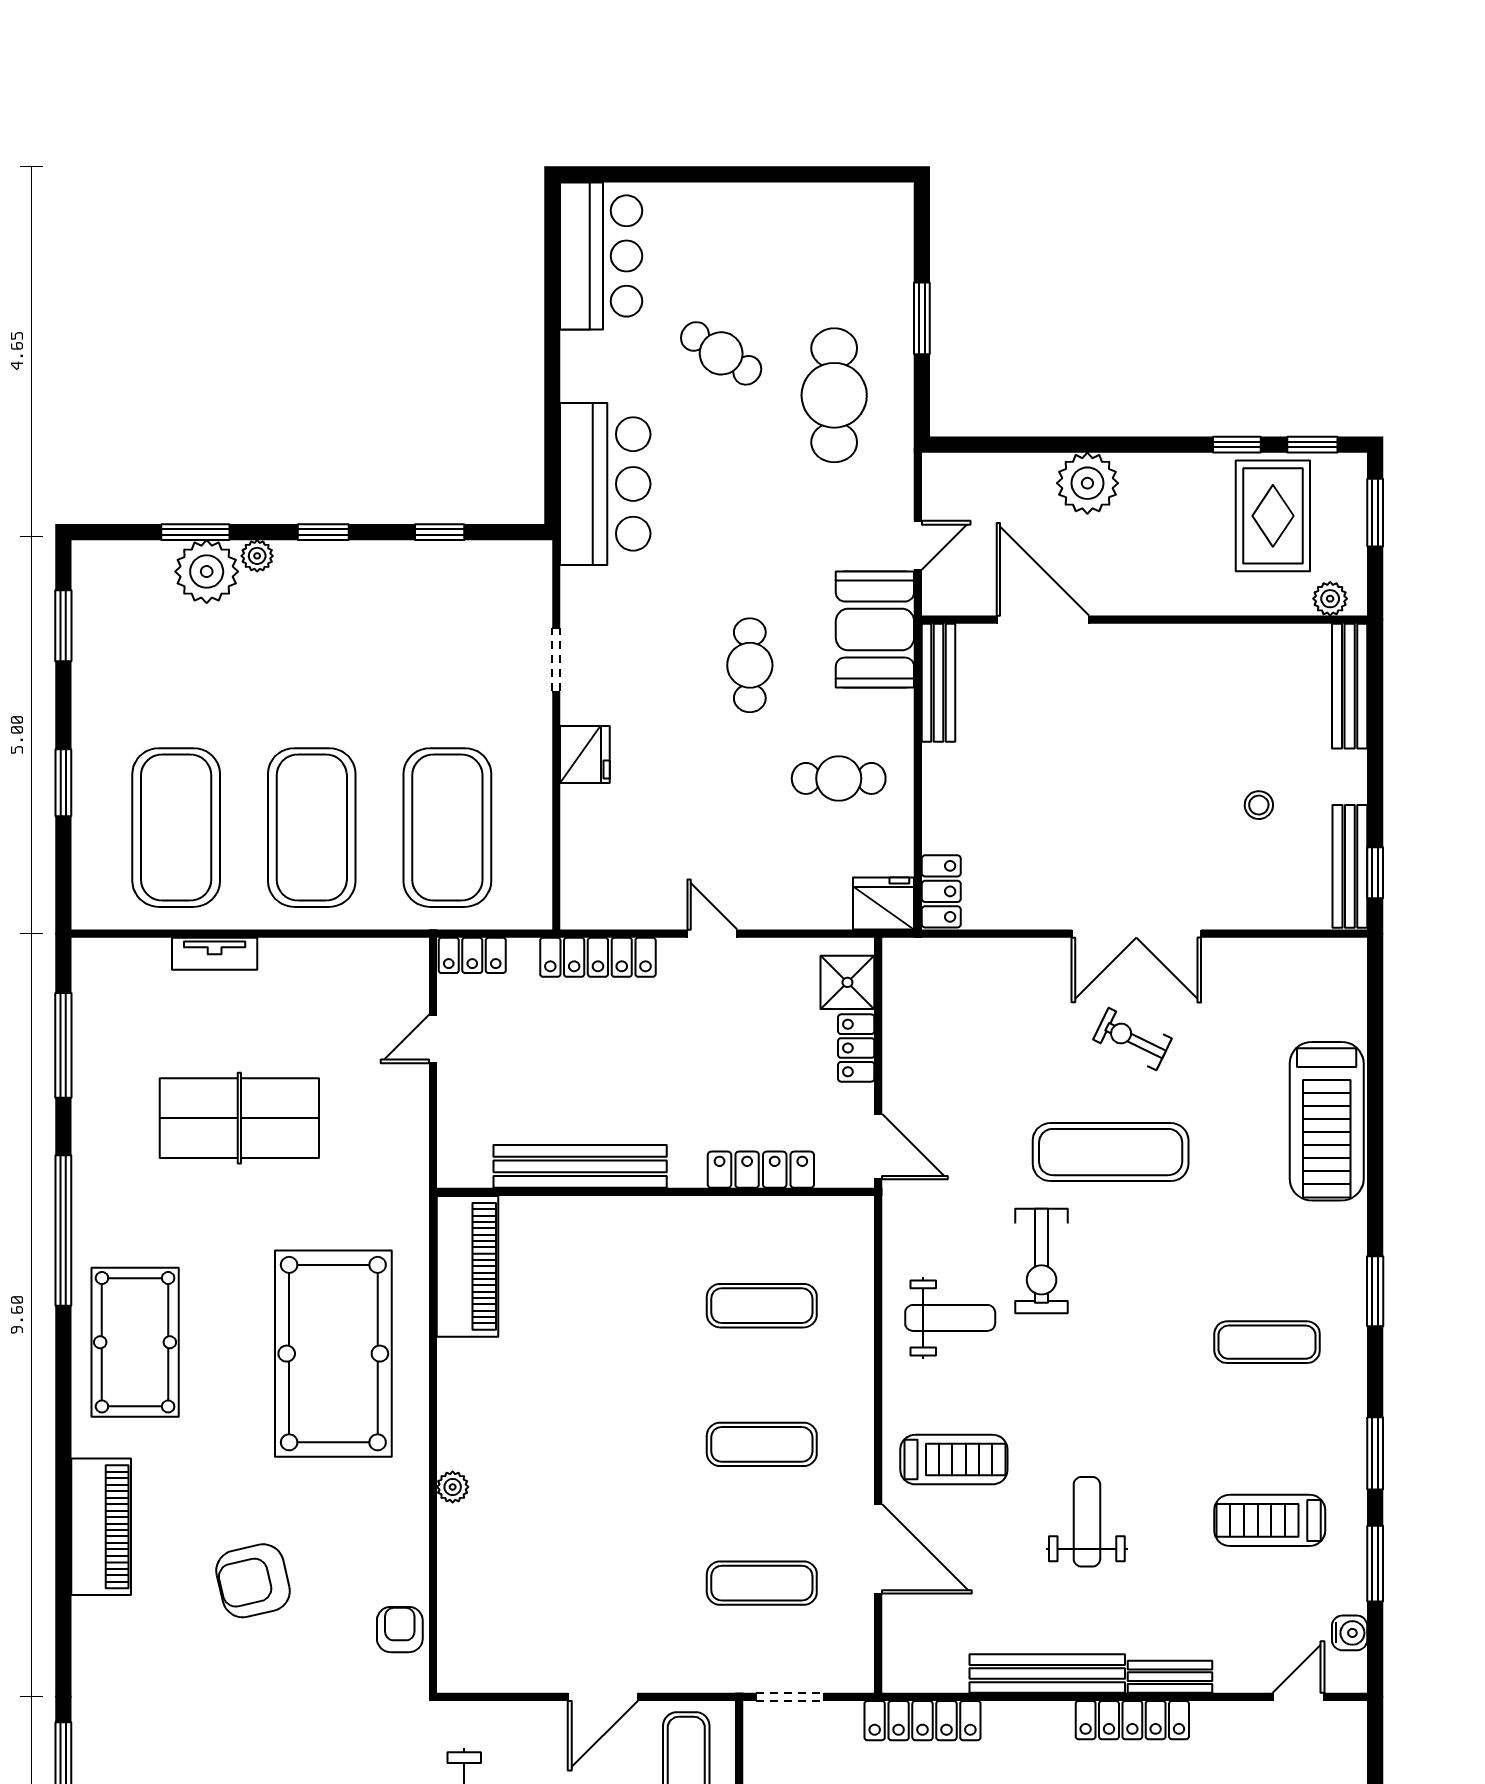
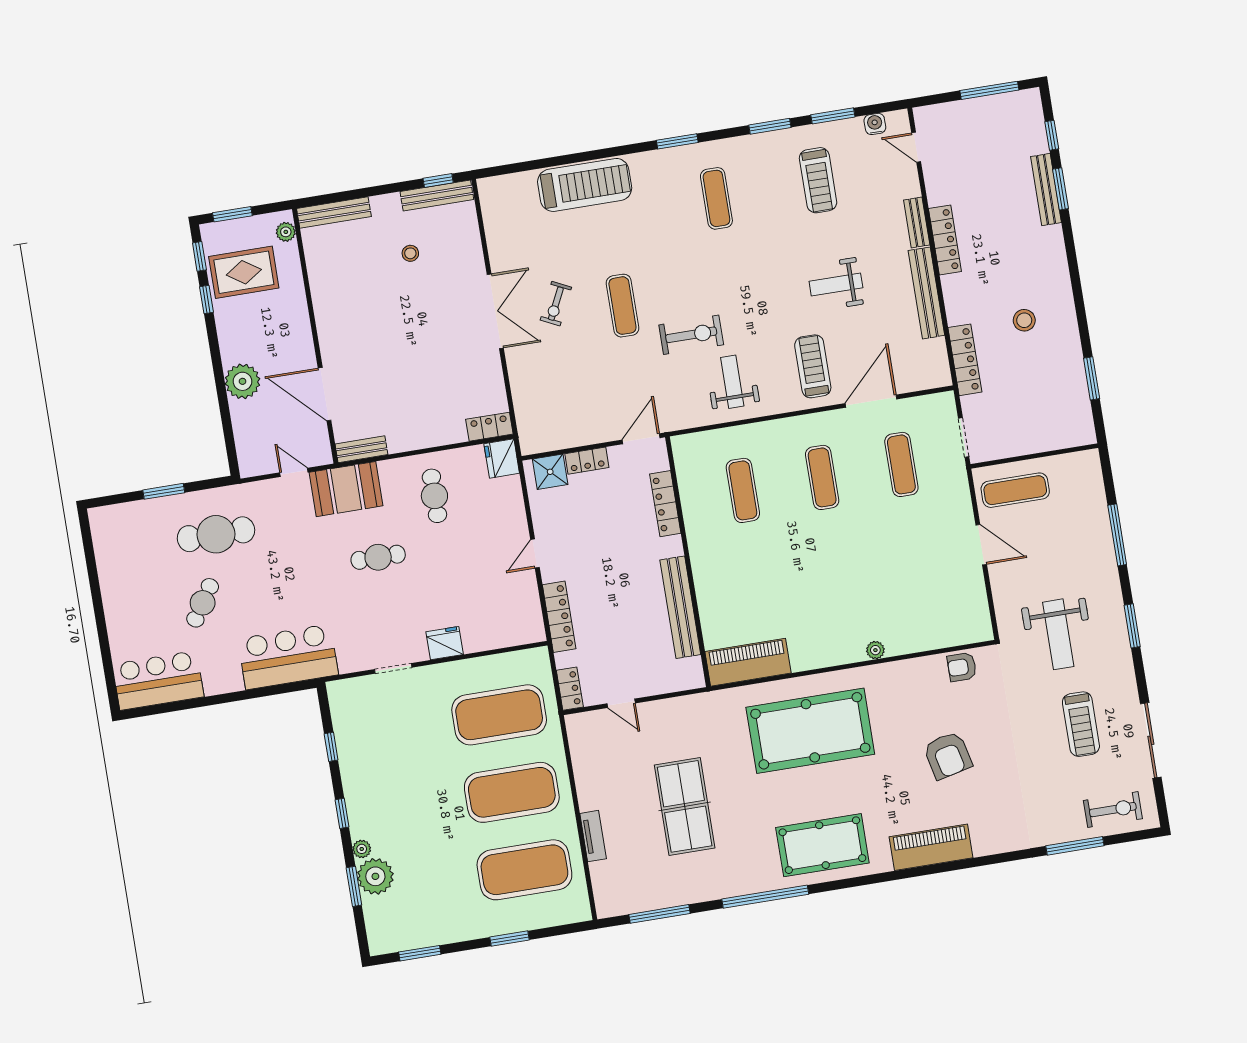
door: (1043, 620) -> (325, 394), hinge flipped
bench: (939, 683) -> (361, 449), width x0.73
exercise mat: (1111, 1152) -> (622, 306), width x0.73, depth x0.69

